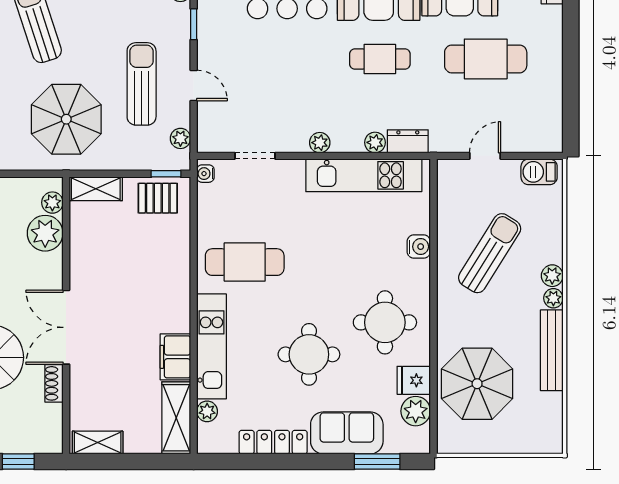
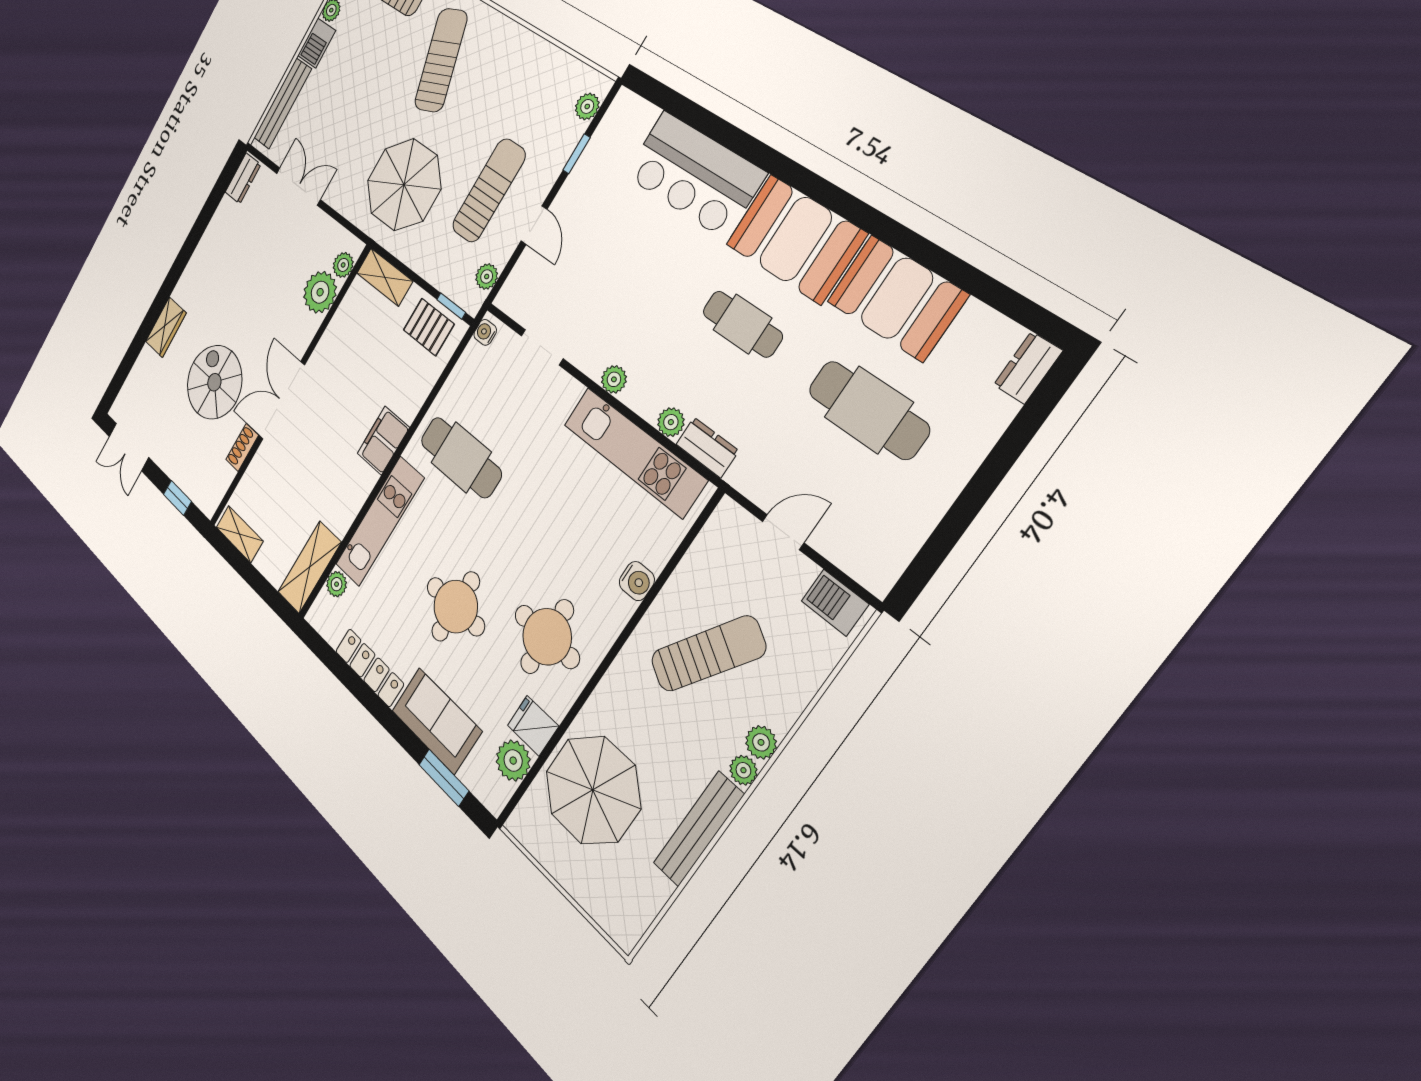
filing cabinet: (175, 357) -> (383, 441), moved

